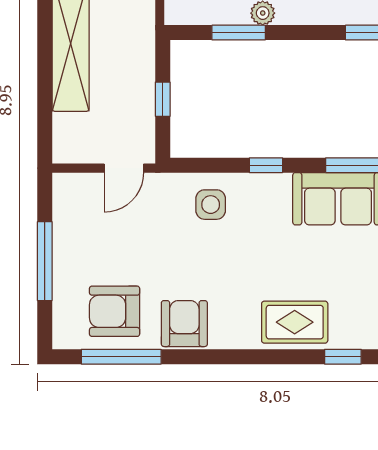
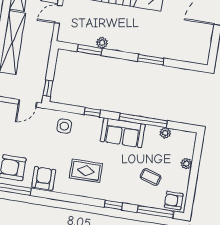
window: (163, 99) -> (48, 88), moved
rug: (295, 322) -> (86, 171), moved

